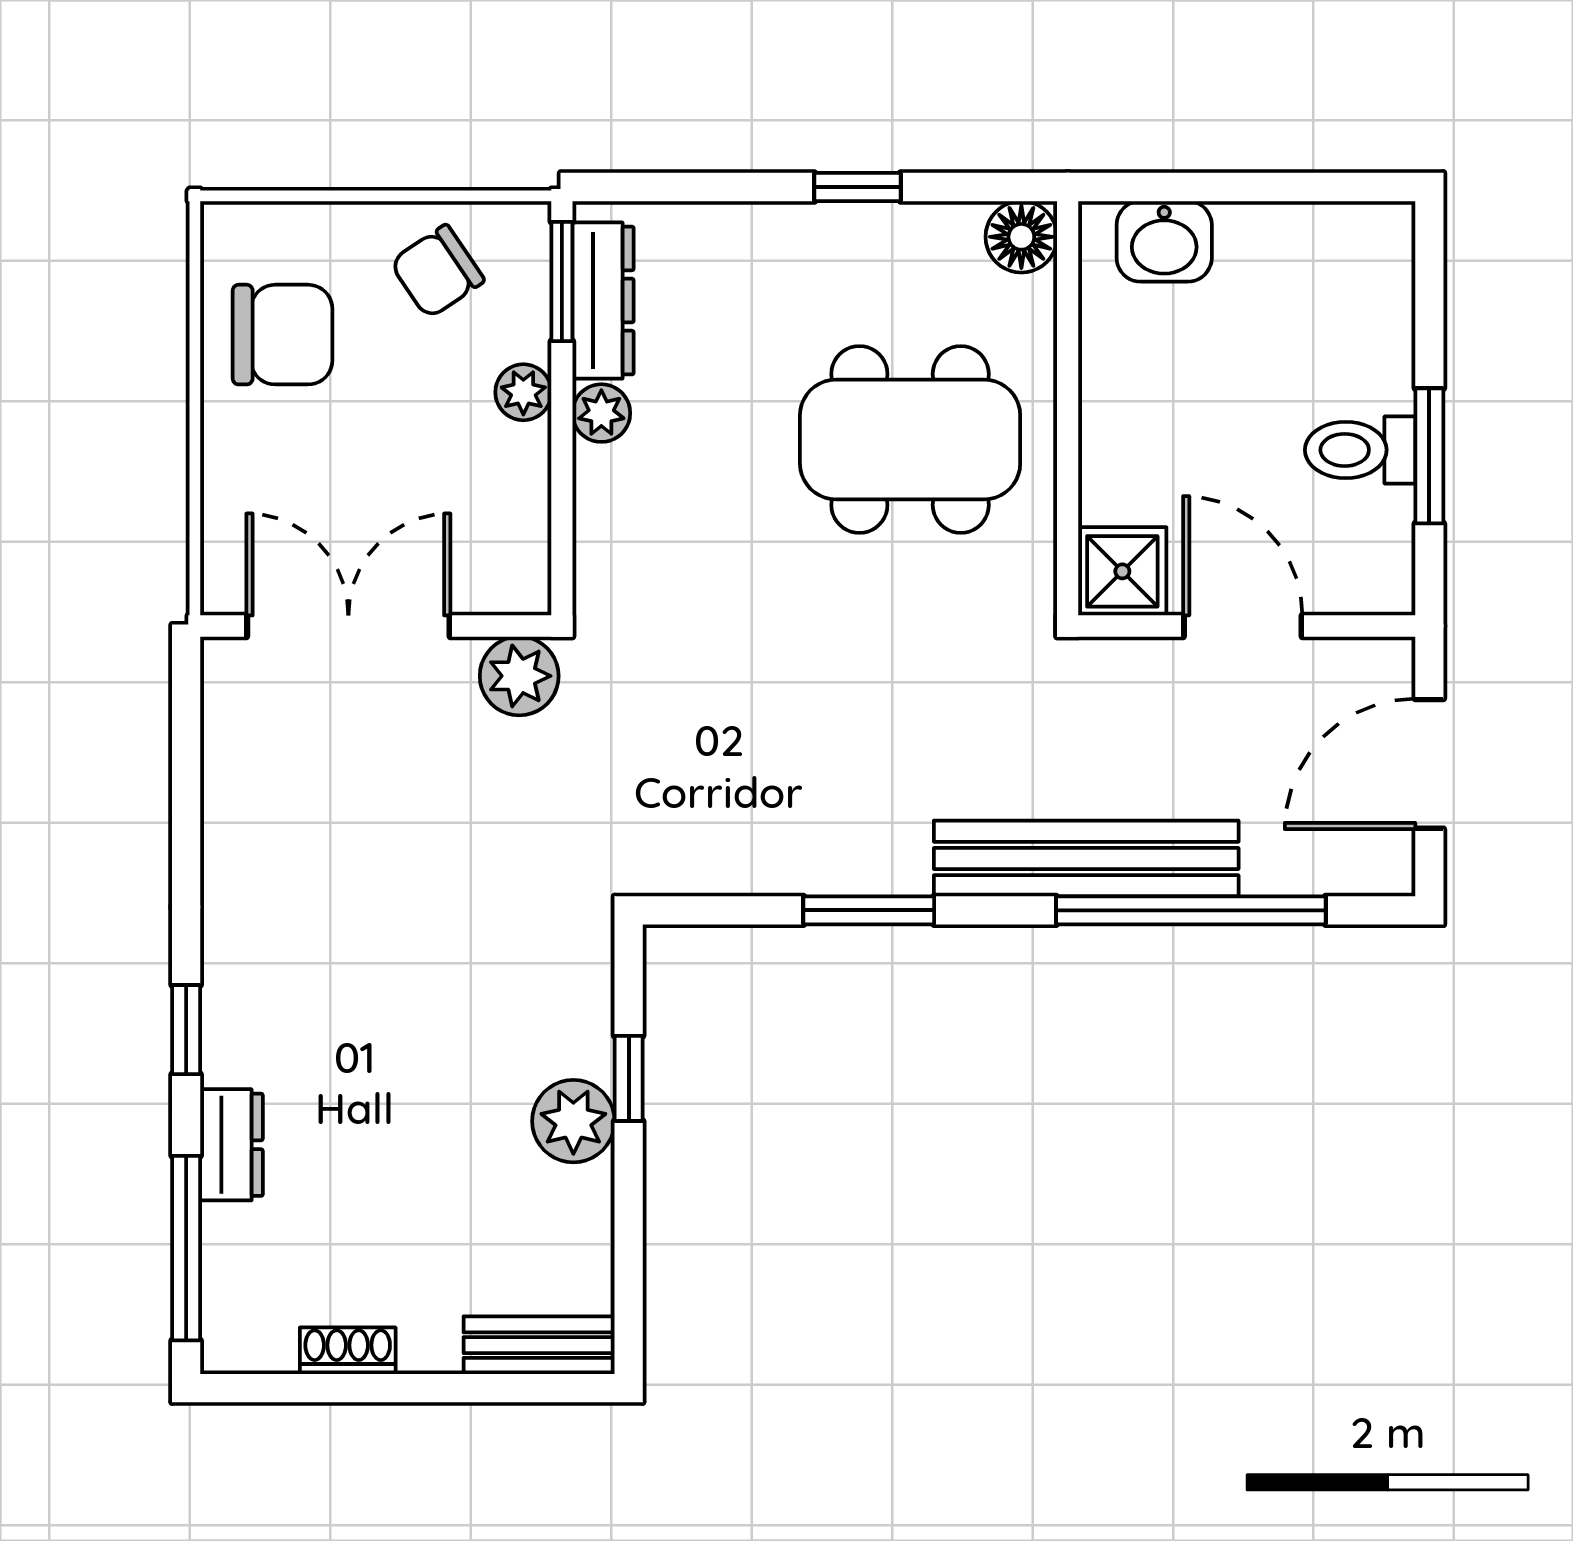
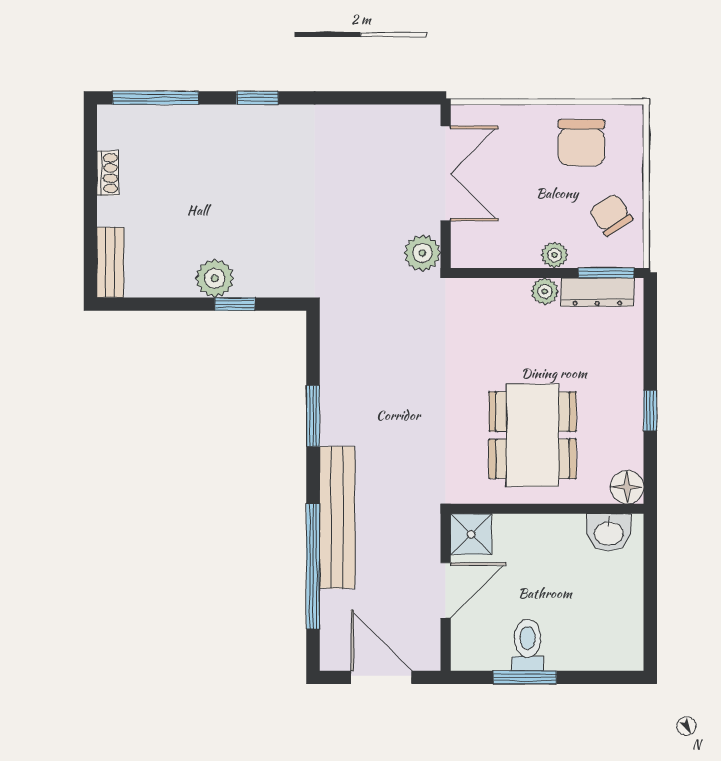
washbasin: (1164, 241) -> (609, 532), moved, turned -90
dresser: (231, 1145) -> (204, 119), removed

